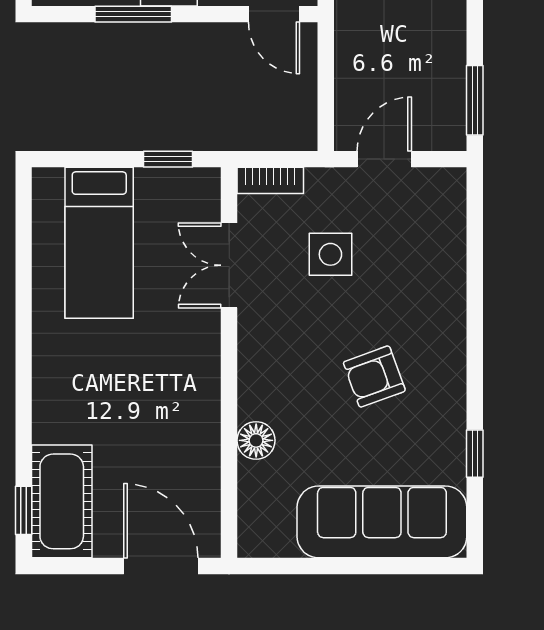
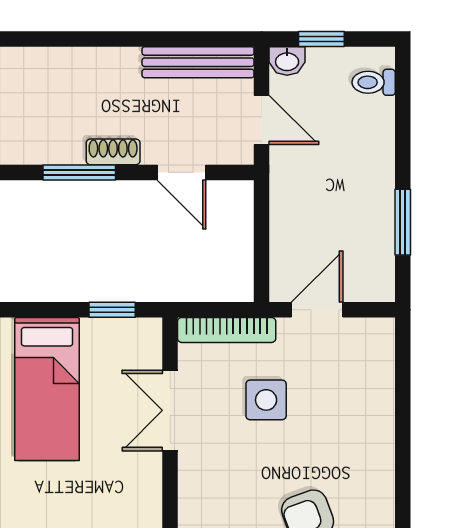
door: (274, 14) -> (182, 172), moved
window: (475, 100) -> (403, 222), moved
bookcase: (270, 180) -> (227, 330), width x1.56

